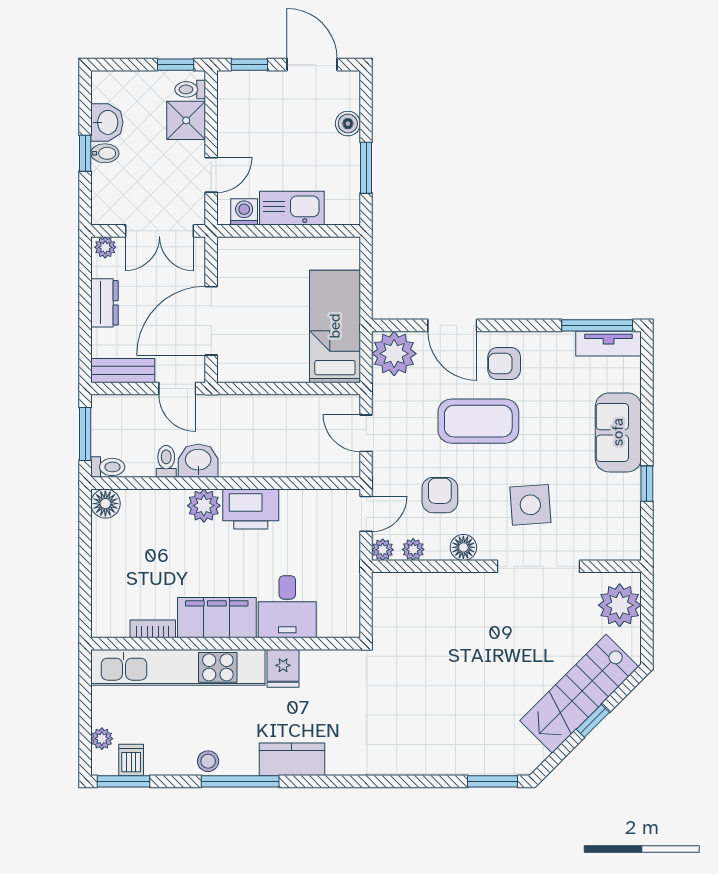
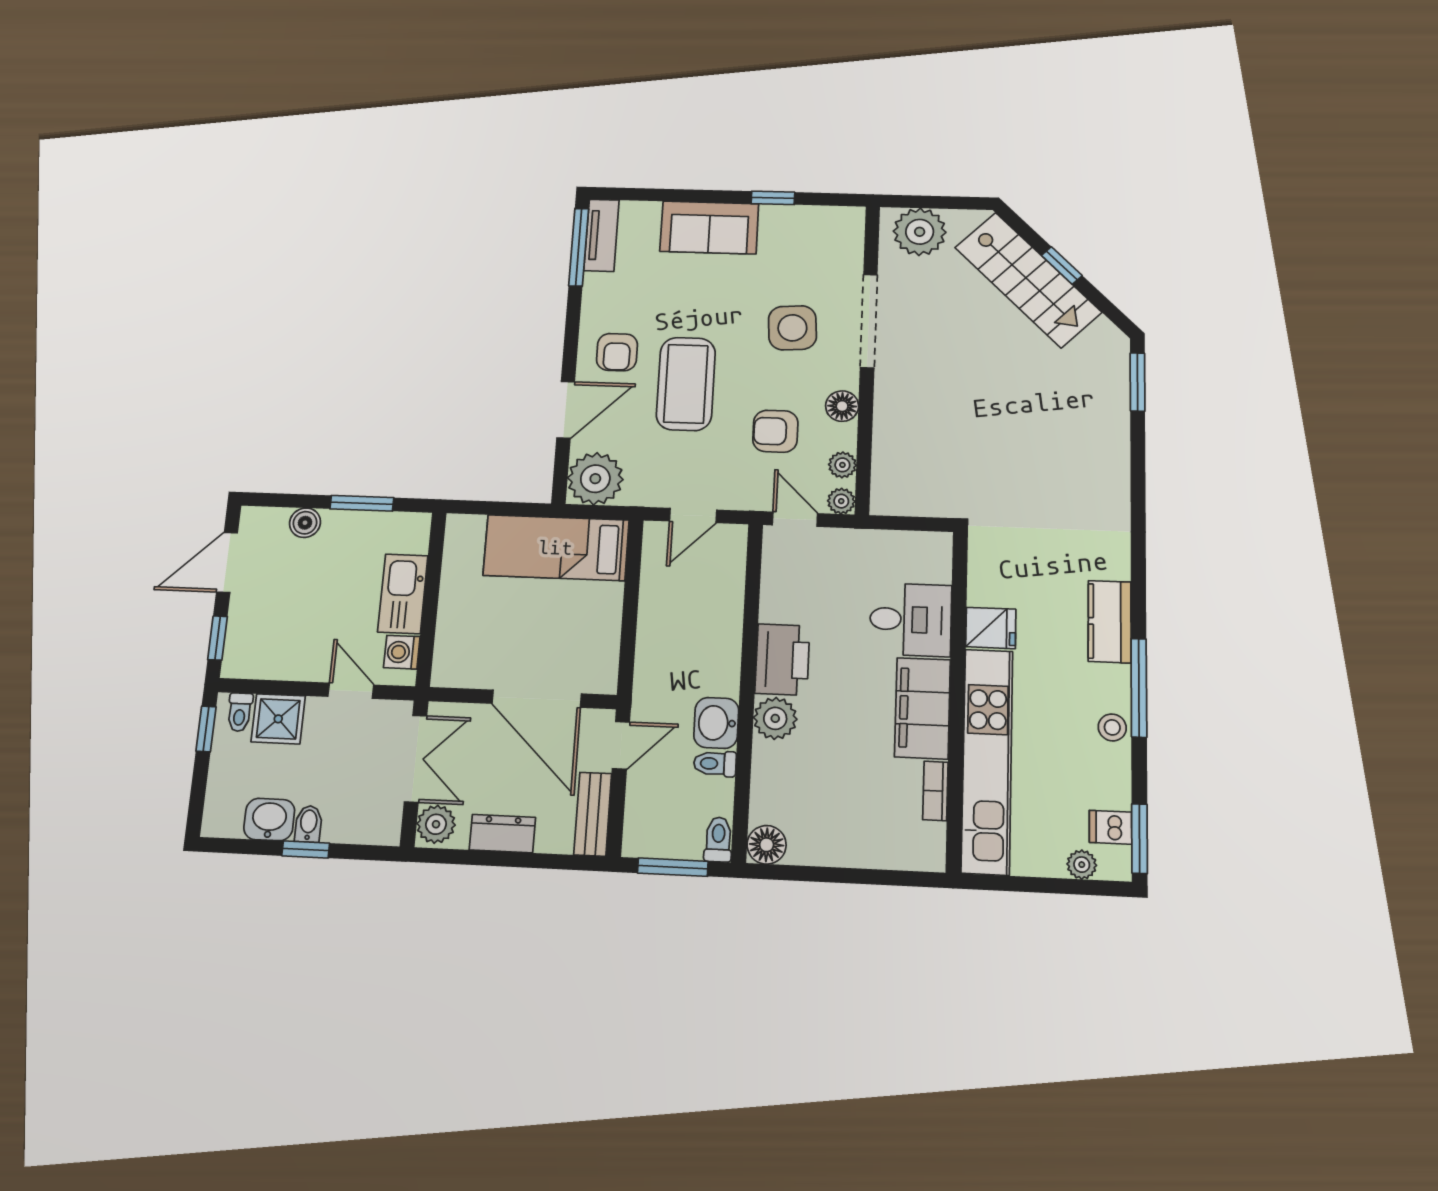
plant: (105, 247) -> (436, 824), width x1.38, depth x1.38

